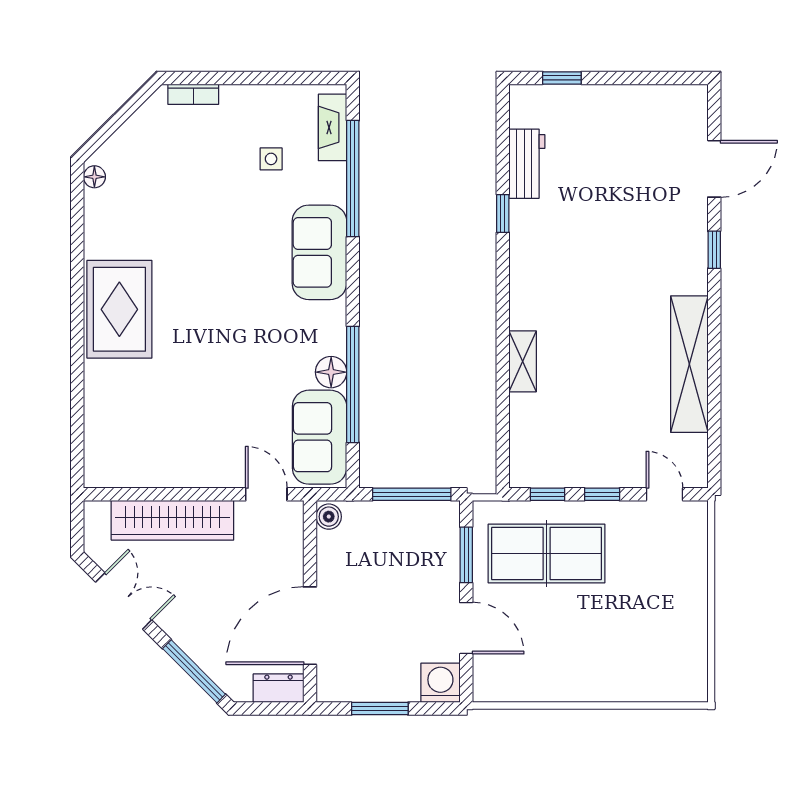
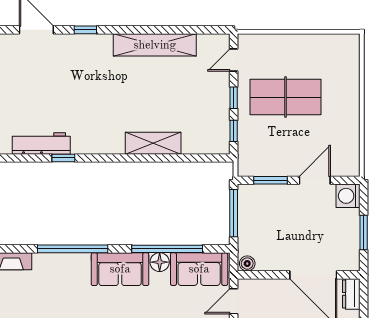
side table: (271, 159) -> (30, 298), removed
workbench: (527, 164) -> (41, 143), width x1.38
window: (353, 179) -> (73, 249), moved
sofa: (319, 252) -> (120, 269), moved
shelving: (523, 361) -> (153, 143), width x1.50, depth x1.33
table tennis table: (547, 554) -> (285, 97), moved, turned 90

